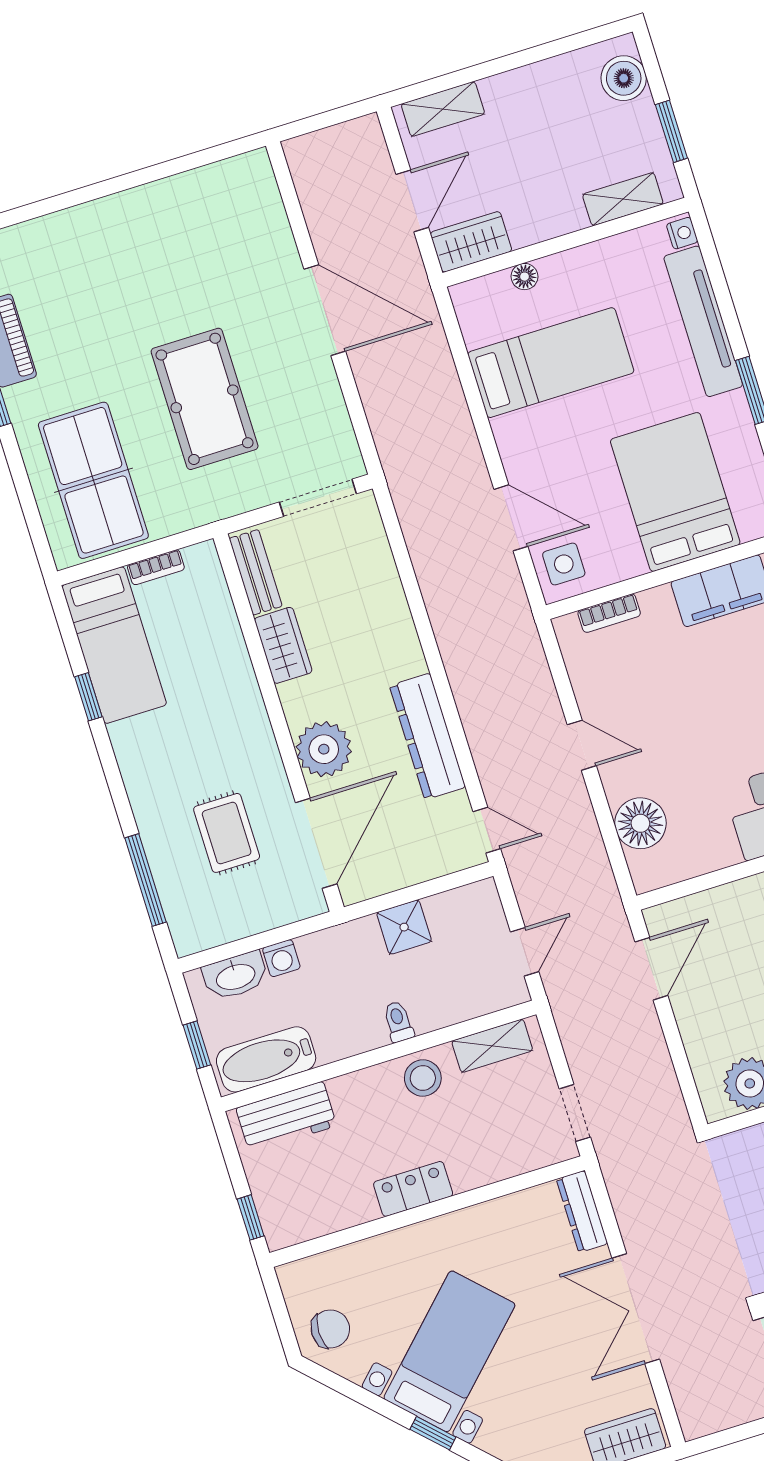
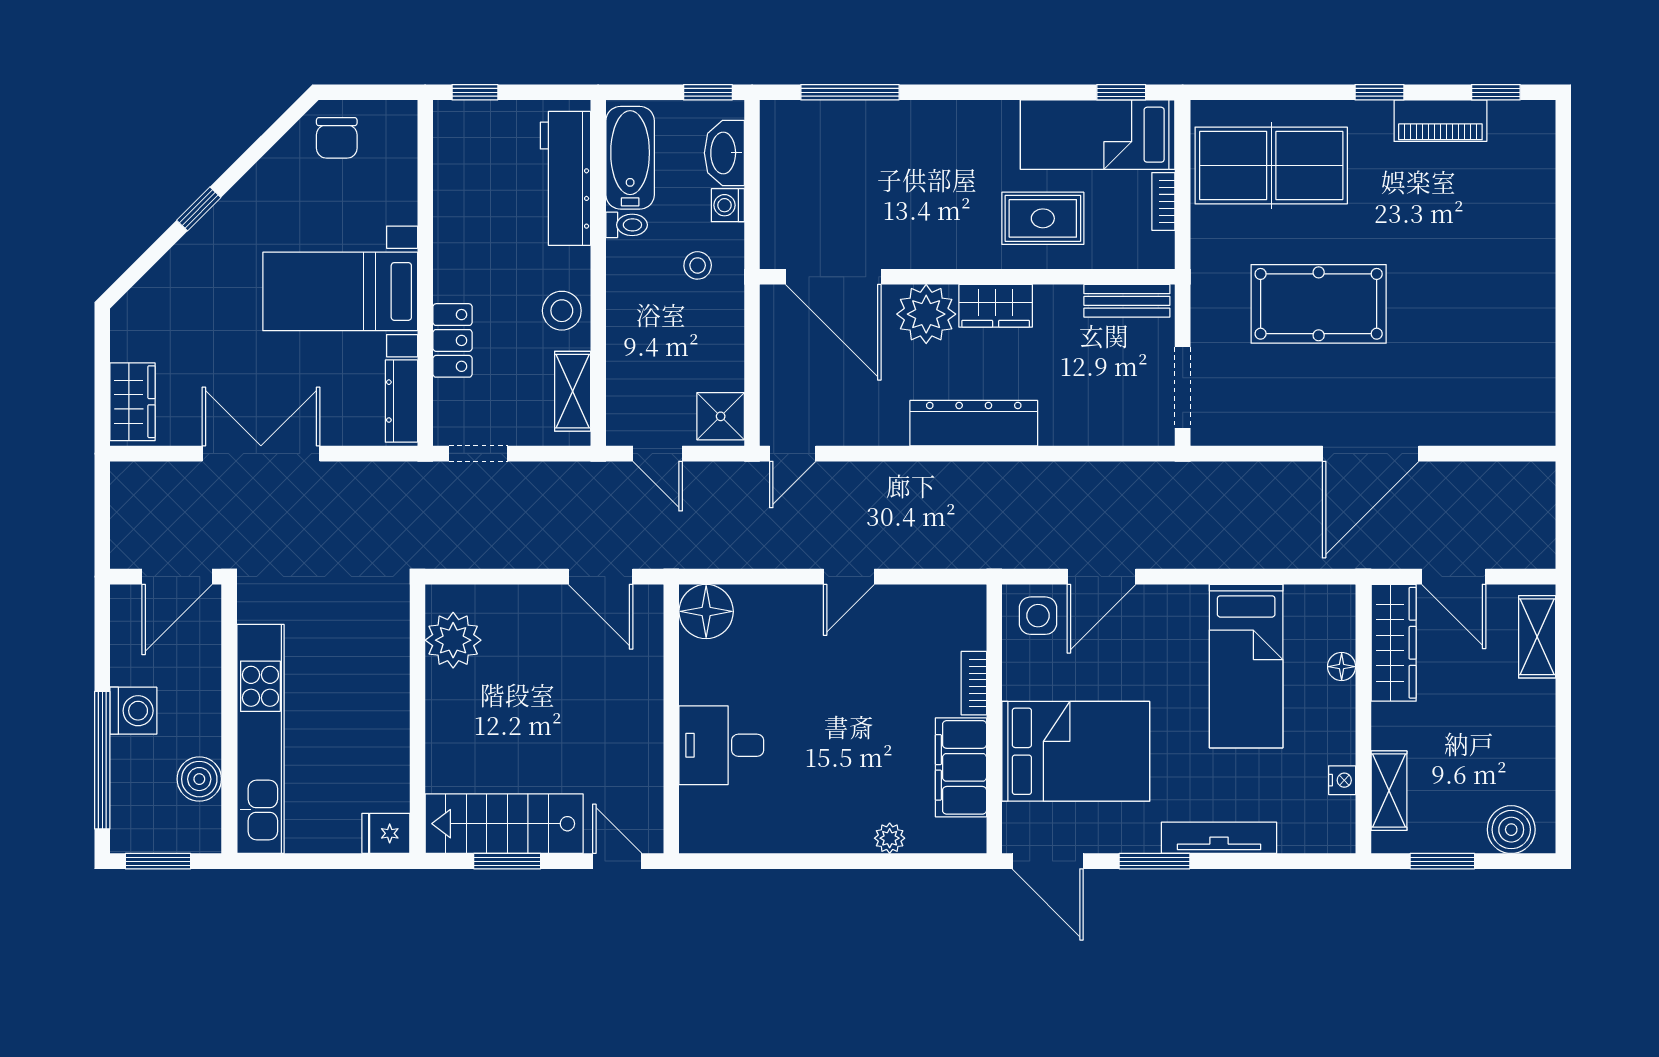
nightstand: (682, 233) -> (1342, 780), moved, turned -90
wardrobe: (471, 242) -> (1394, 643), width x1.50
tv unit: (703, 321) -> (1219, 838), width x0.73, depth x0.78
bookcase: (609, 613) -> (974, 683), moved
wardrobe: (283, 645) -> (996, 306), moved
window: (88, 697) -> (1121, 92), moved
dresser: (427, 736) -> (974, 423), moved
floor lamp: (640, 823) -> (706, 611), moved
rug: (227, 833) -> (1043, 218), moved
shower: (404, 927) -> (721, 416), moved
stool: (344, 968) -> (698, 265), added
toilet: (398, 1022) -> (627, 225), moved
window: (197, 1045) -> (708, 92), moved
workbench: (286, 1117) -> (565, 178), width x1.38
locker: (413, 1189) -> (452, 340), moved
dresser: (582, 1211) -> (401, 401), moved, turned -90
bed with nightstands: (449, 1351) -> (340, 291), moved, turned 135

